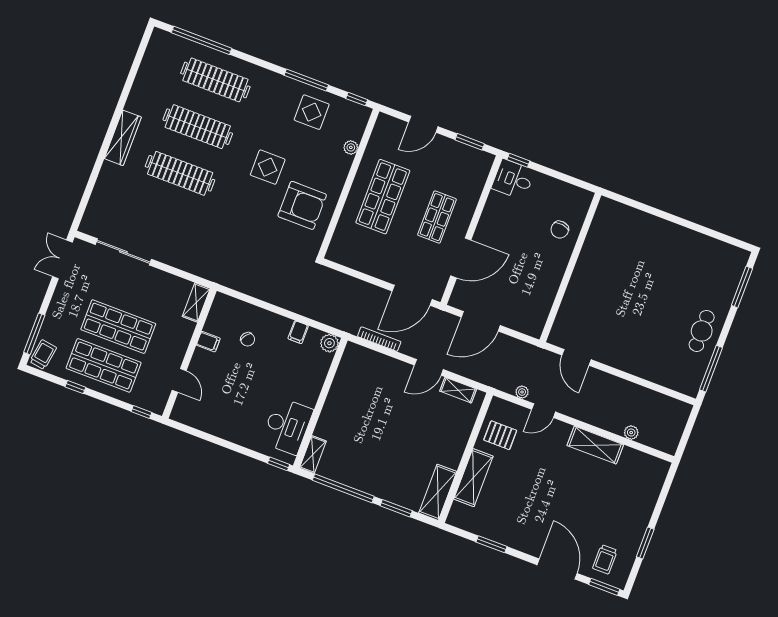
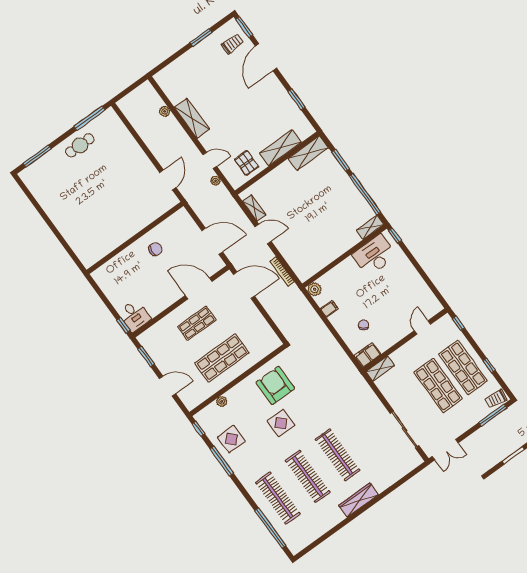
chair: (560, 230) -> (155, 249), moved
filing cabinet: (208, 342) -> (368, 355), moved, width x2.00

